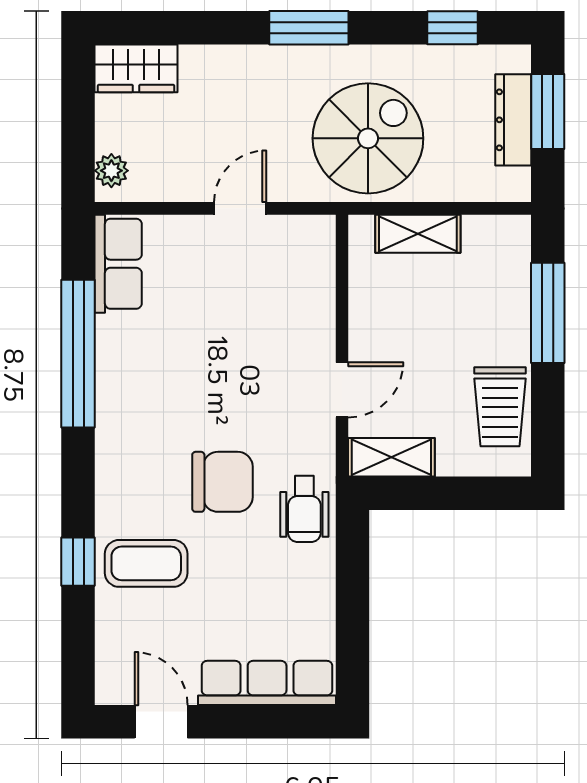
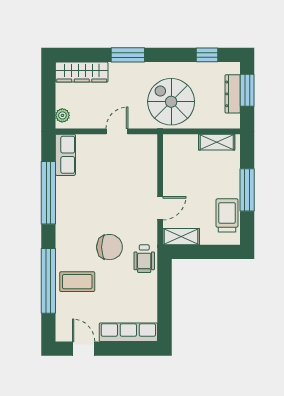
window: (309, 28) -> (128, 55), moved
wardrobe: (136, 68) -> (82, 72), width x1.50
spiral stairs: (368, 138) -> (171, 102), turned -90
shelving: (418, 234) -> (217, 142), moved
window: (548, 313) -> (247, 190), moved
trolley: (500, 407) -> (227, 215), turned 180
window: (78, 562) -> (48, 281), width x3.17

